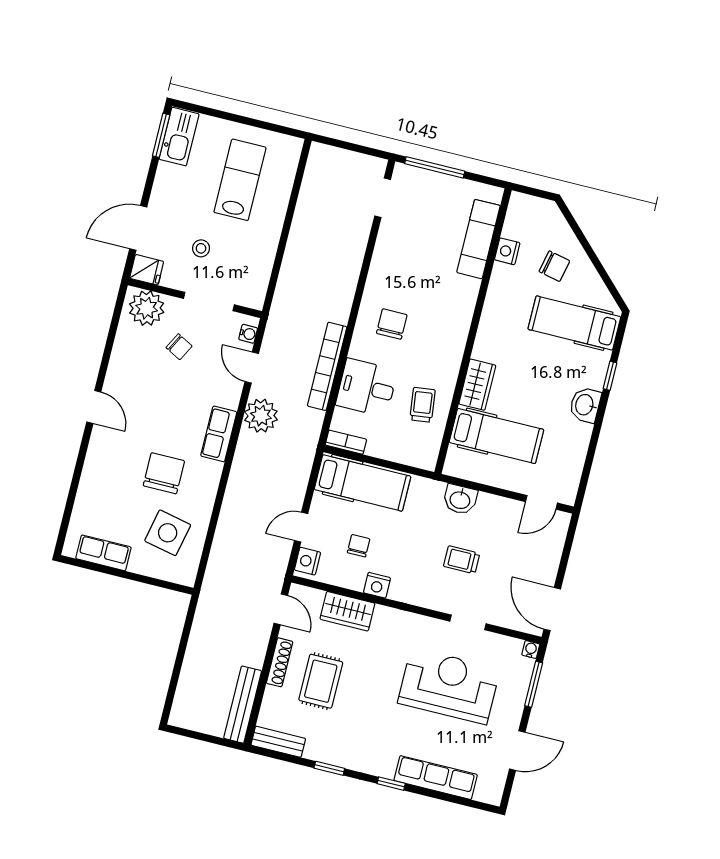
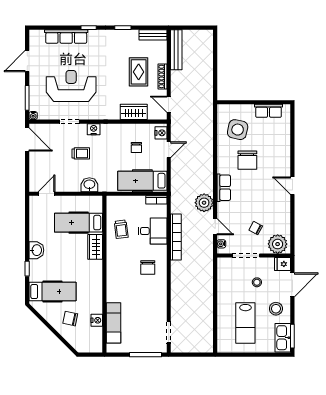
stool: (178, 192) -> (276, 309), added
nightstand: (377, 585) -> (94, 129), moved
reception desk: (449, 686) -> (71, 86), turned 180

